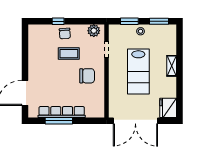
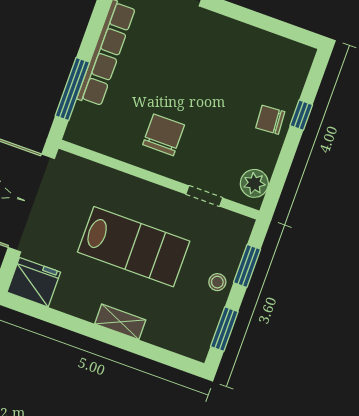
coffee table: (69, 54) -> (225, 113), removed
lab bench: (138, 72) -> (134, 247), turned 180
chair: (87, 76) -> (164, 135), turned 180
window: (59, 121) -> (72, 89), moved

